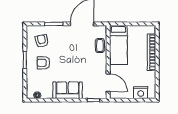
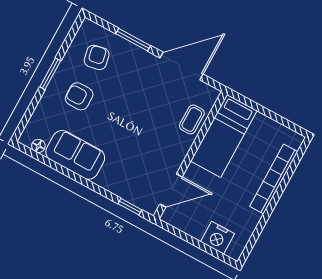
door: (108, 83) -> (171, 190), hinge flipped
sofa: (68, 90) -> (75, 155), moved

